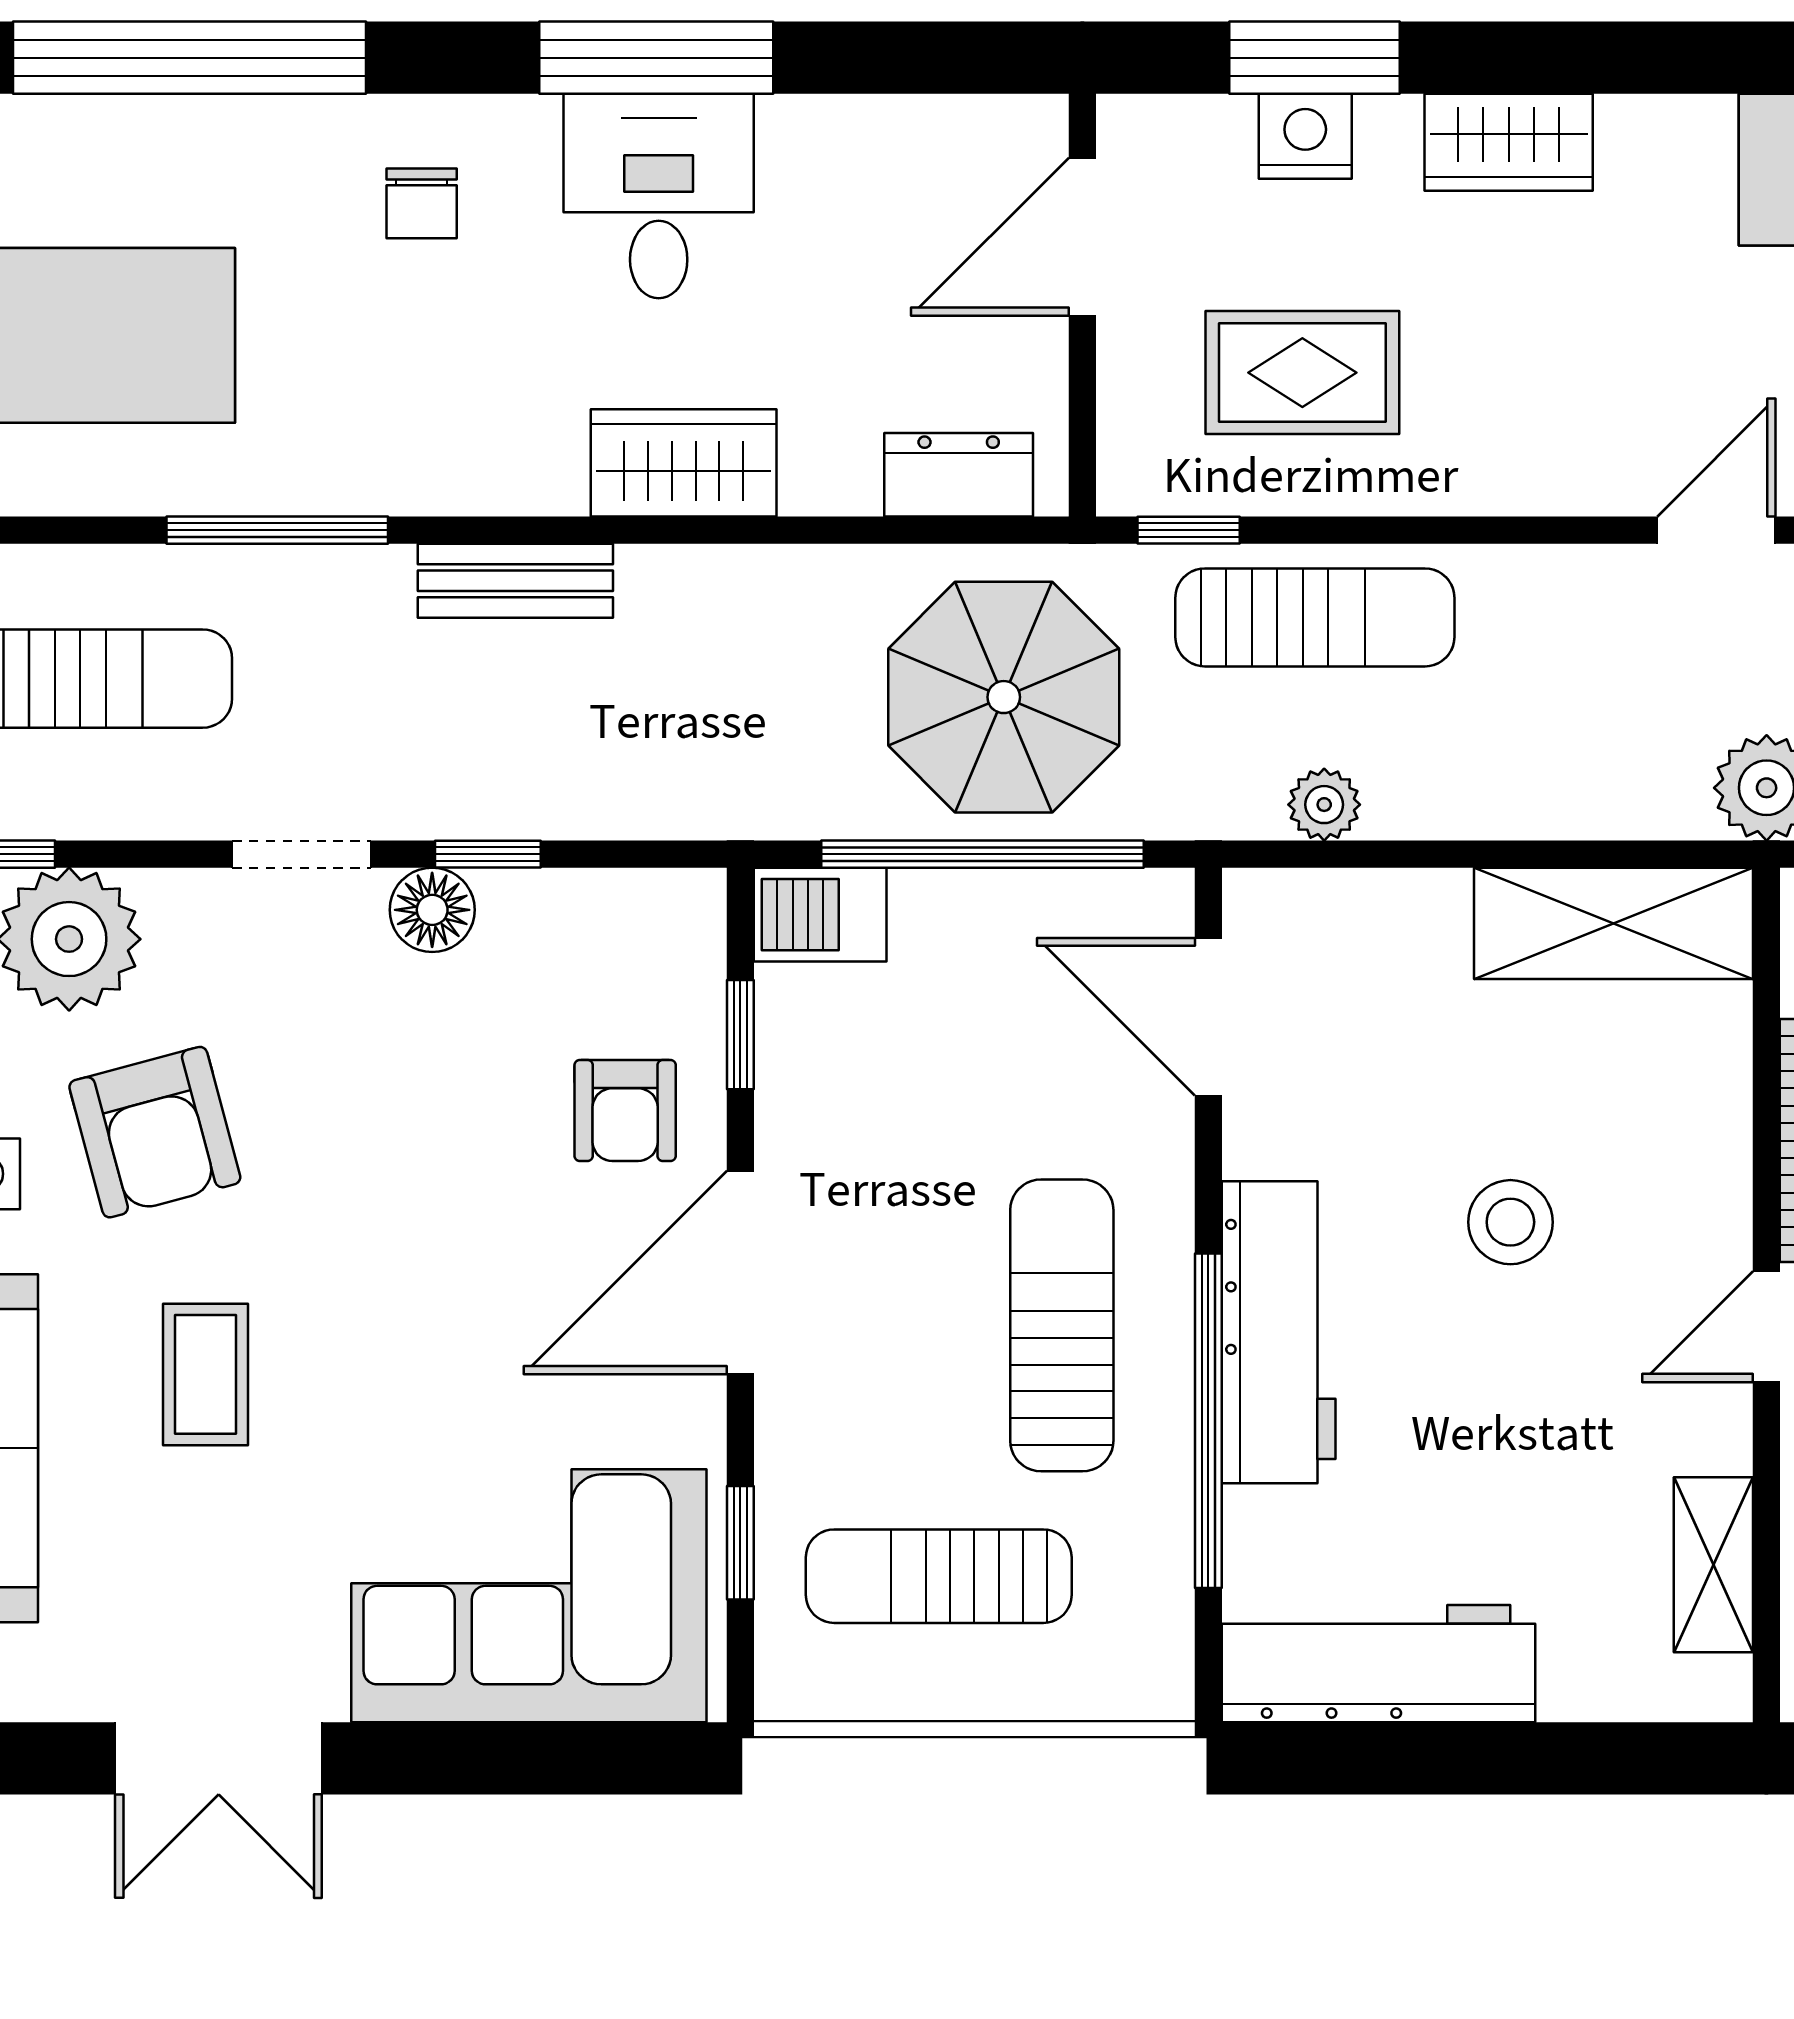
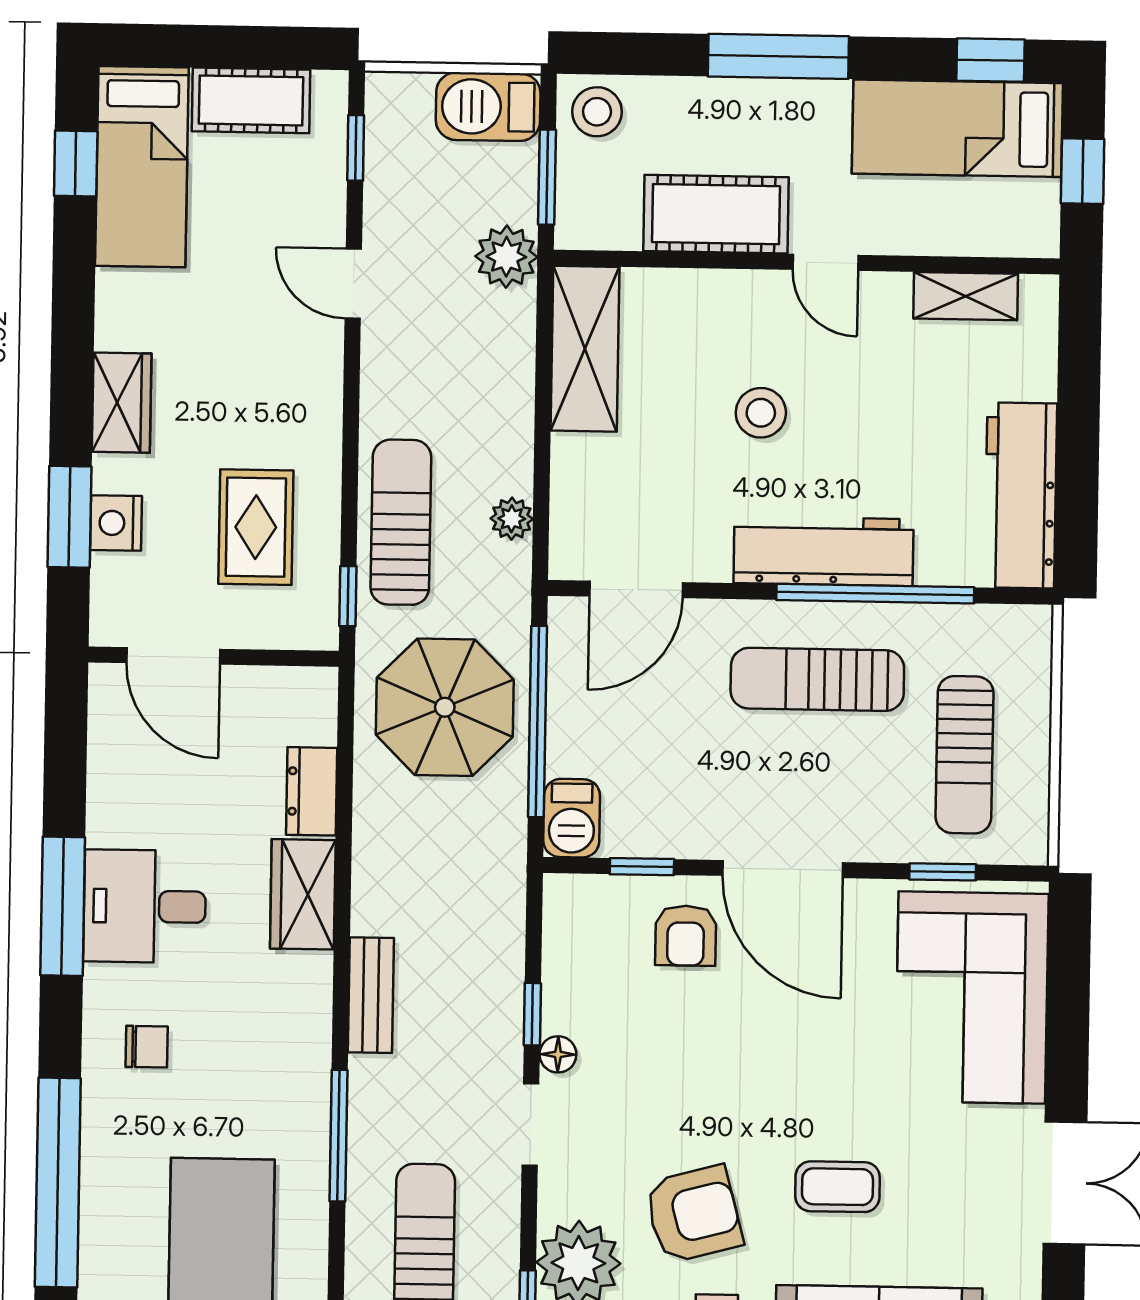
dresser: (959, 475) -> (312, 791), moved
floor lamp: (432, 910) -> (558, 1054), width x0.73, depth x0.73
armchair: (625, 1110) -> (686, 936), turned 90

